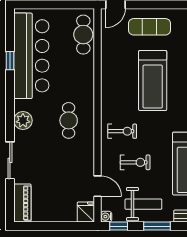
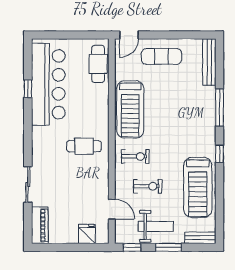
treadmill: (153, 81) -> (130, 109), moved
plant: (23, 120) -> (40, 146), removed
cafe table: (69, 120) -> (84, 146), turned 90
fridge: (86, 212) -> (87, 234), moved
water cooler: (106, 217) -> (120, 238), removed

